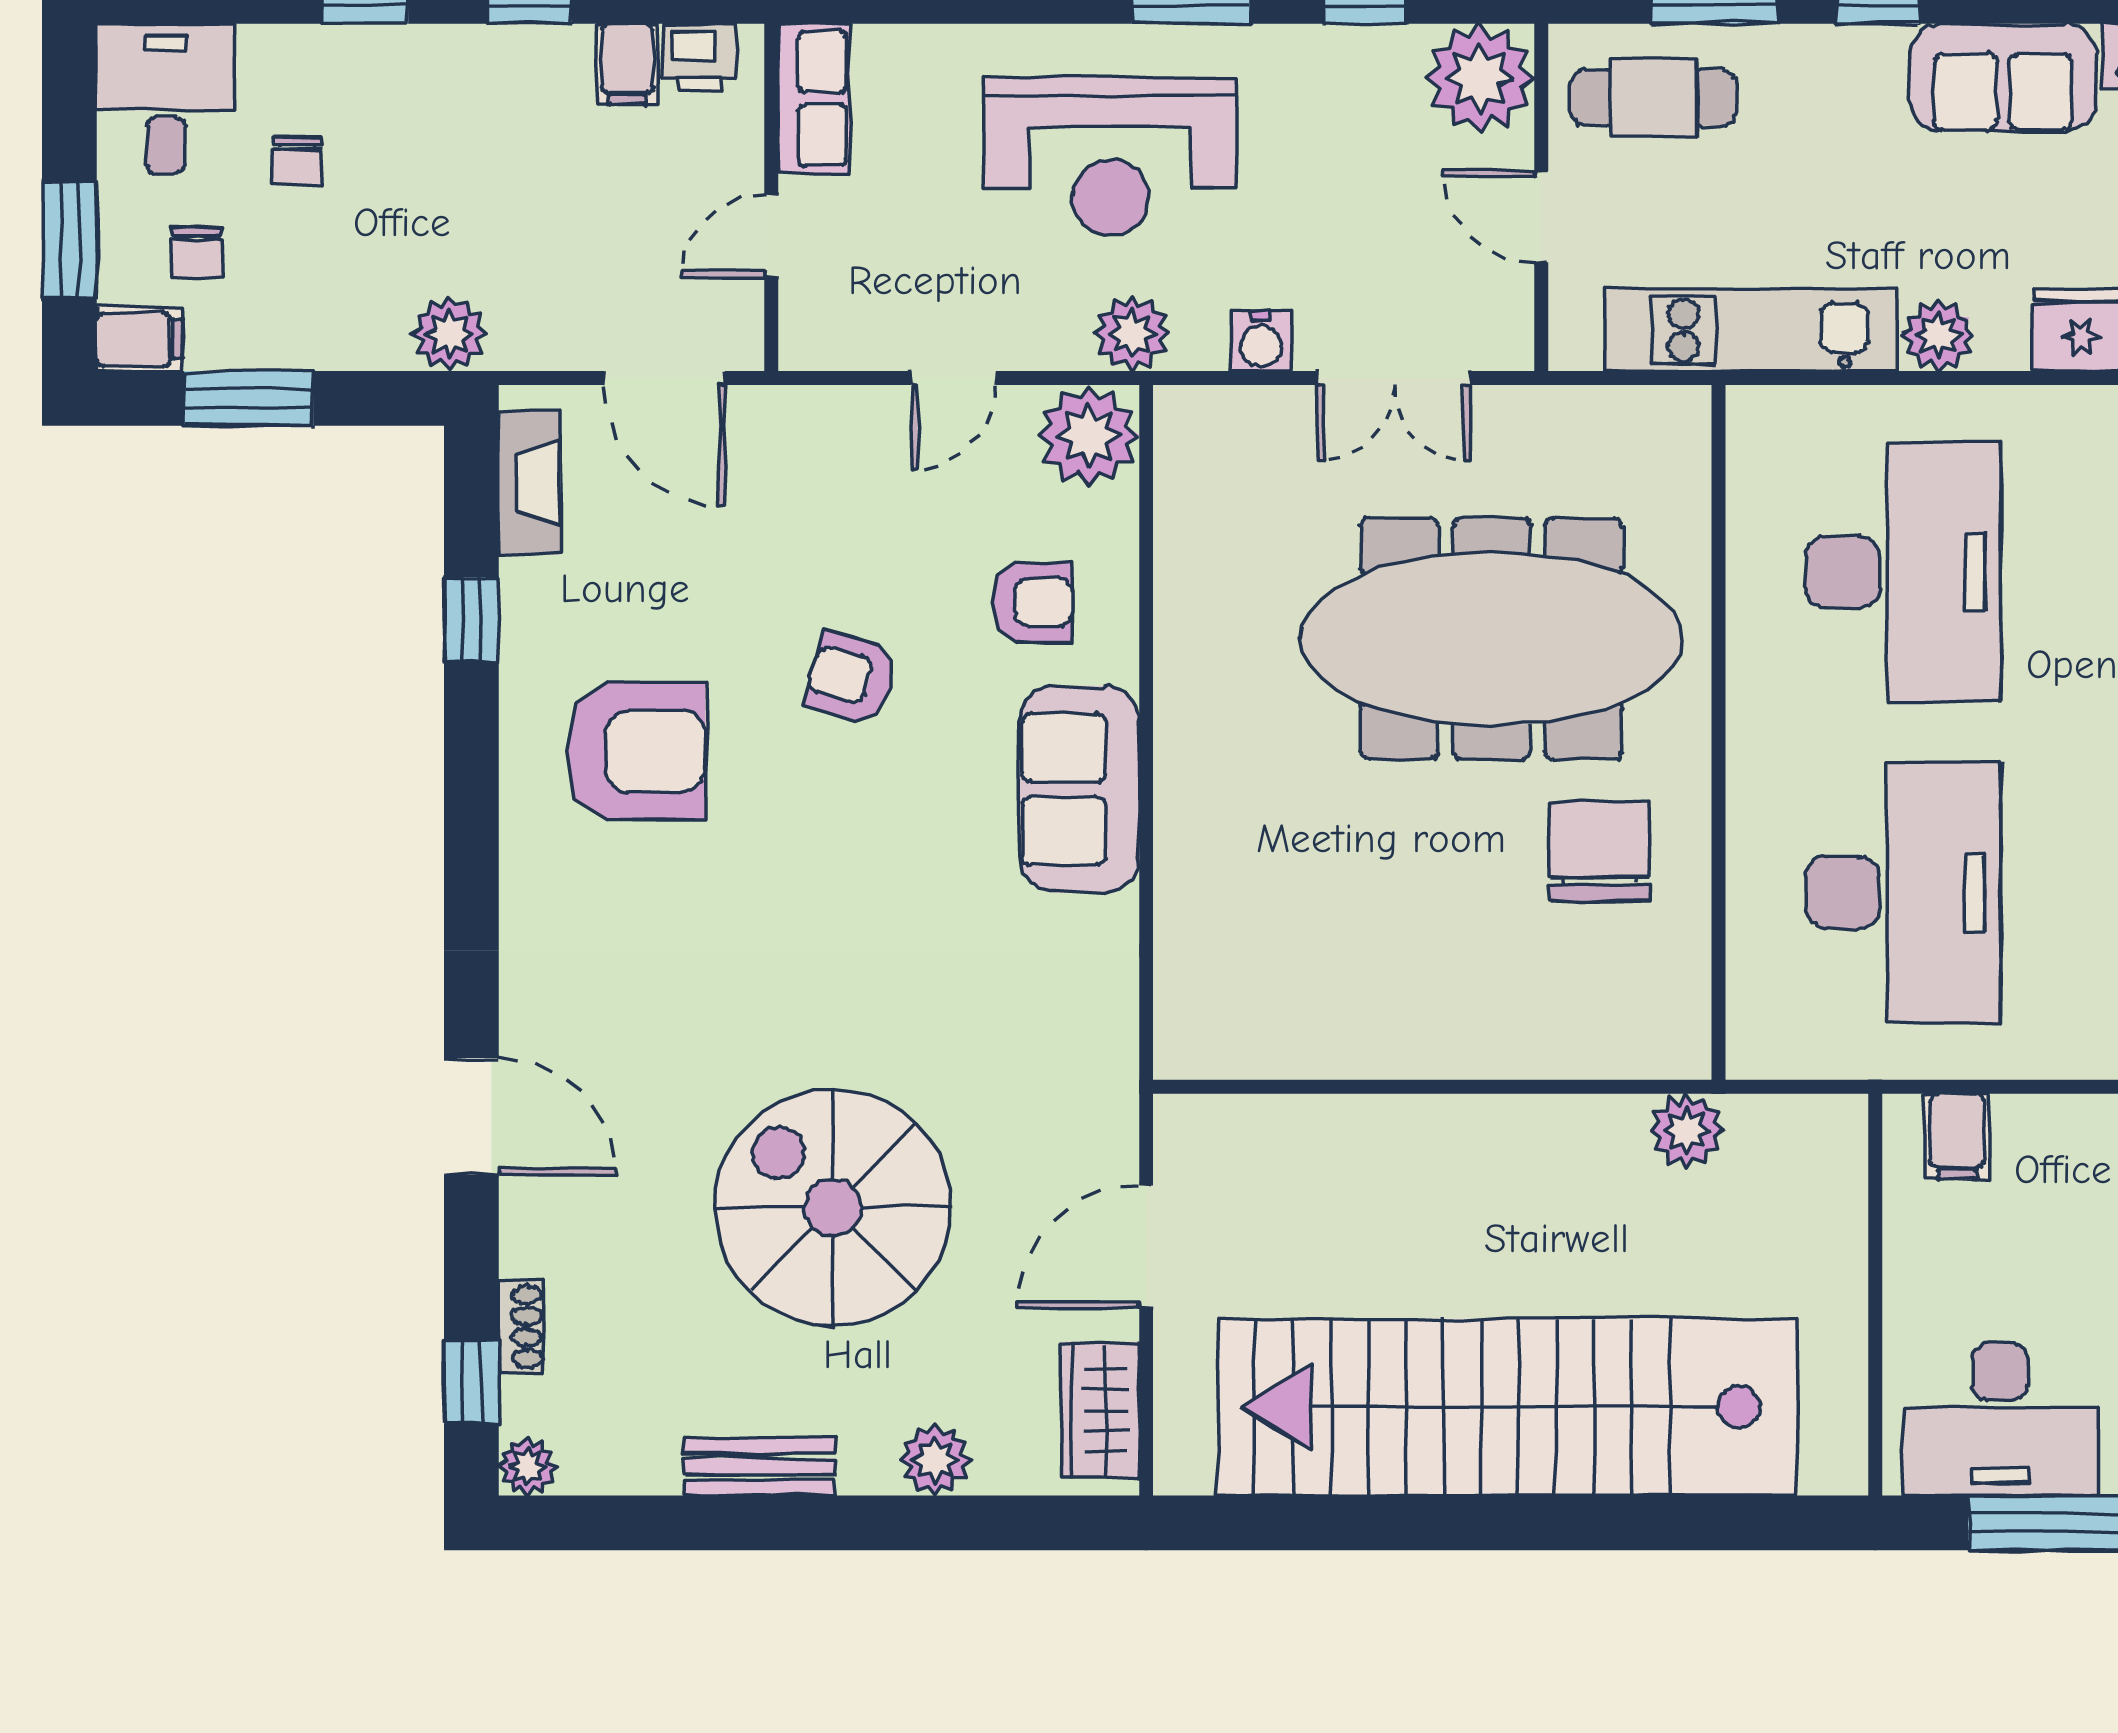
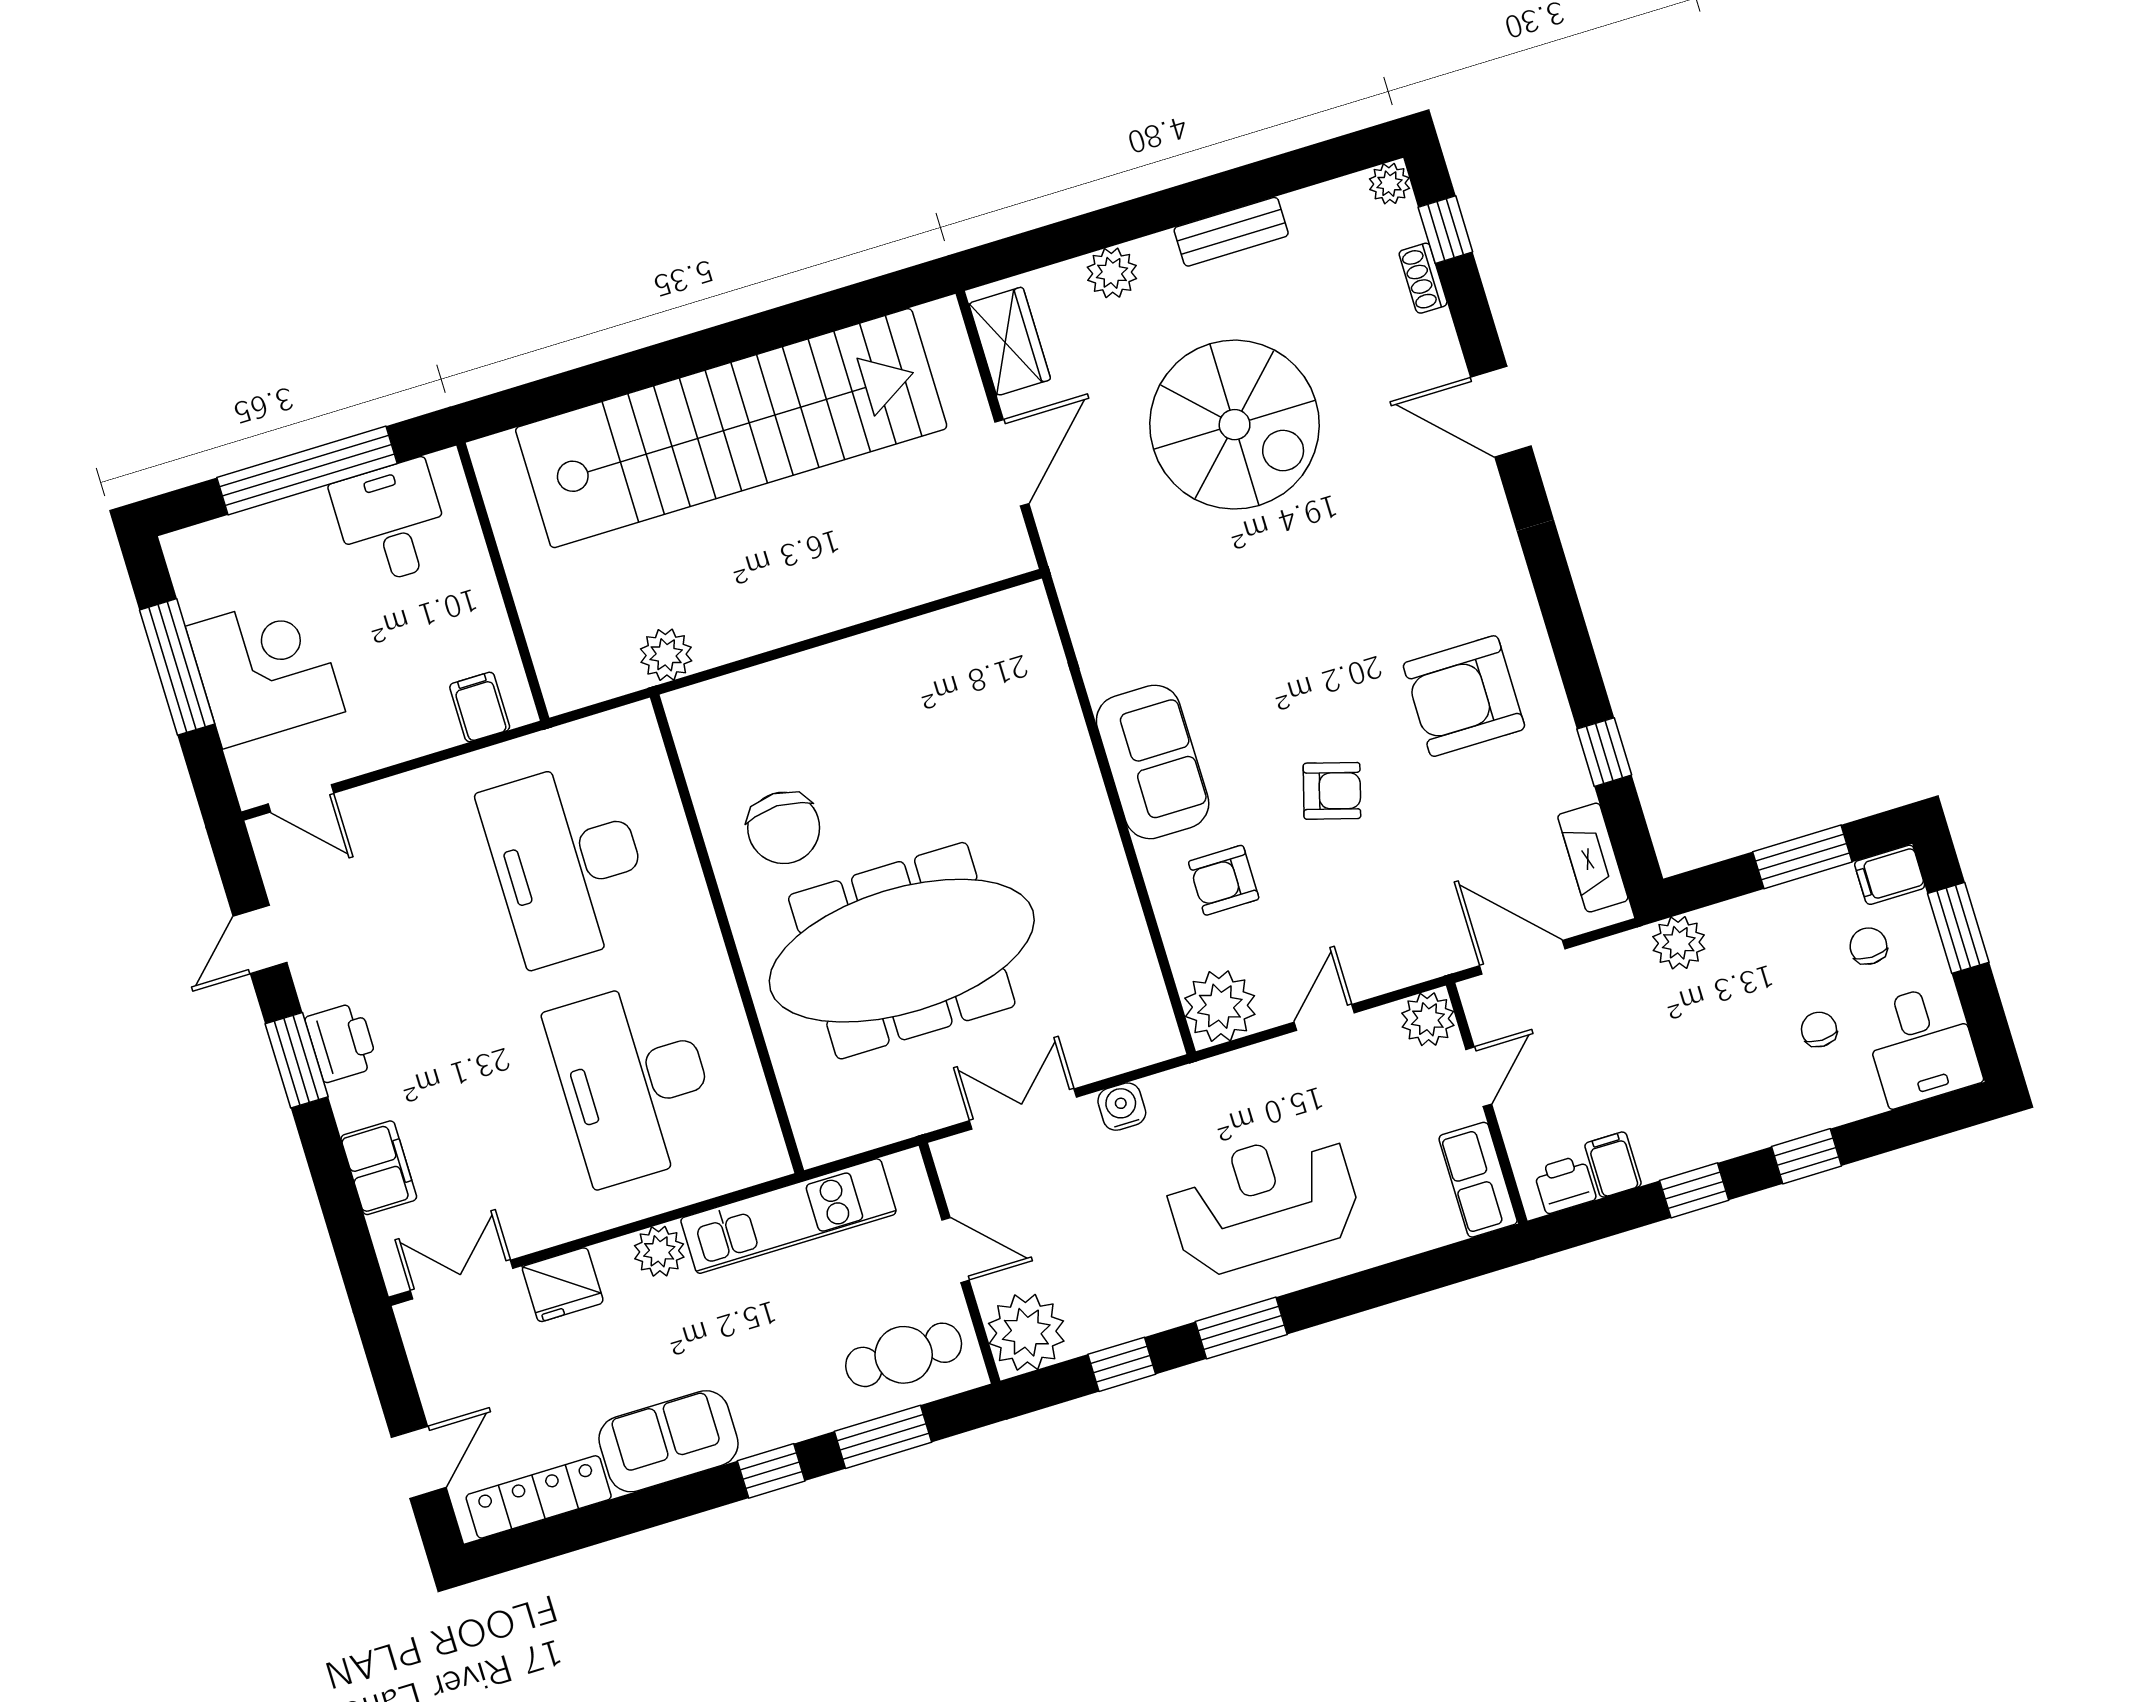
plant: (1132, 333) -> (1428, 1019), moved
desk: (2000, 1419) -> (391, 522), width x0.73

